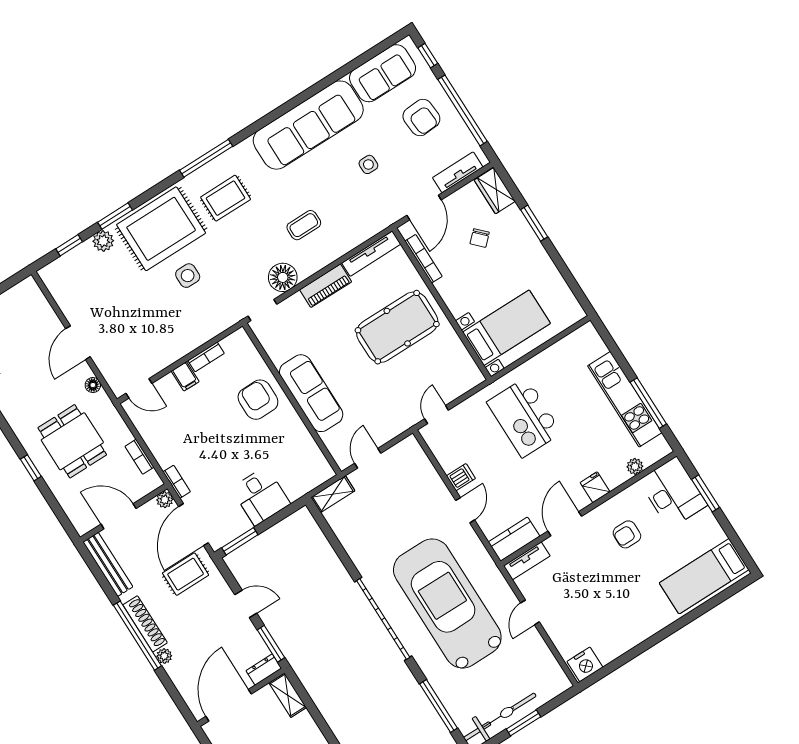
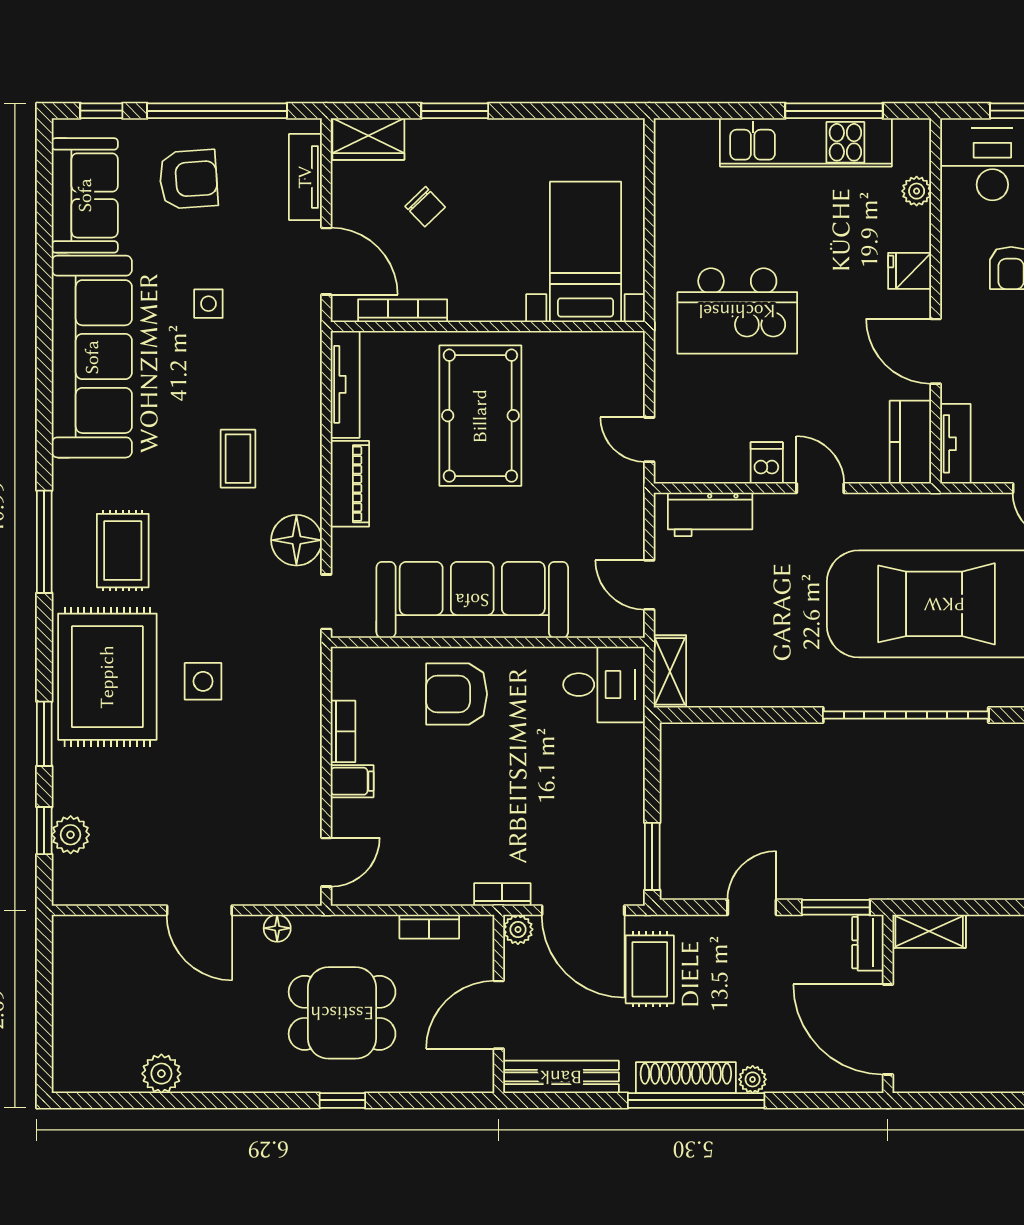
plant: (103, 241) -> (71, 835), moved
sofa: (311, 393) -> (472, 600), width x1.36, depth x1.27
workbench: (419, 466) -> (710, 514), added
desk: (261, 496) -> (604, 685), moved

